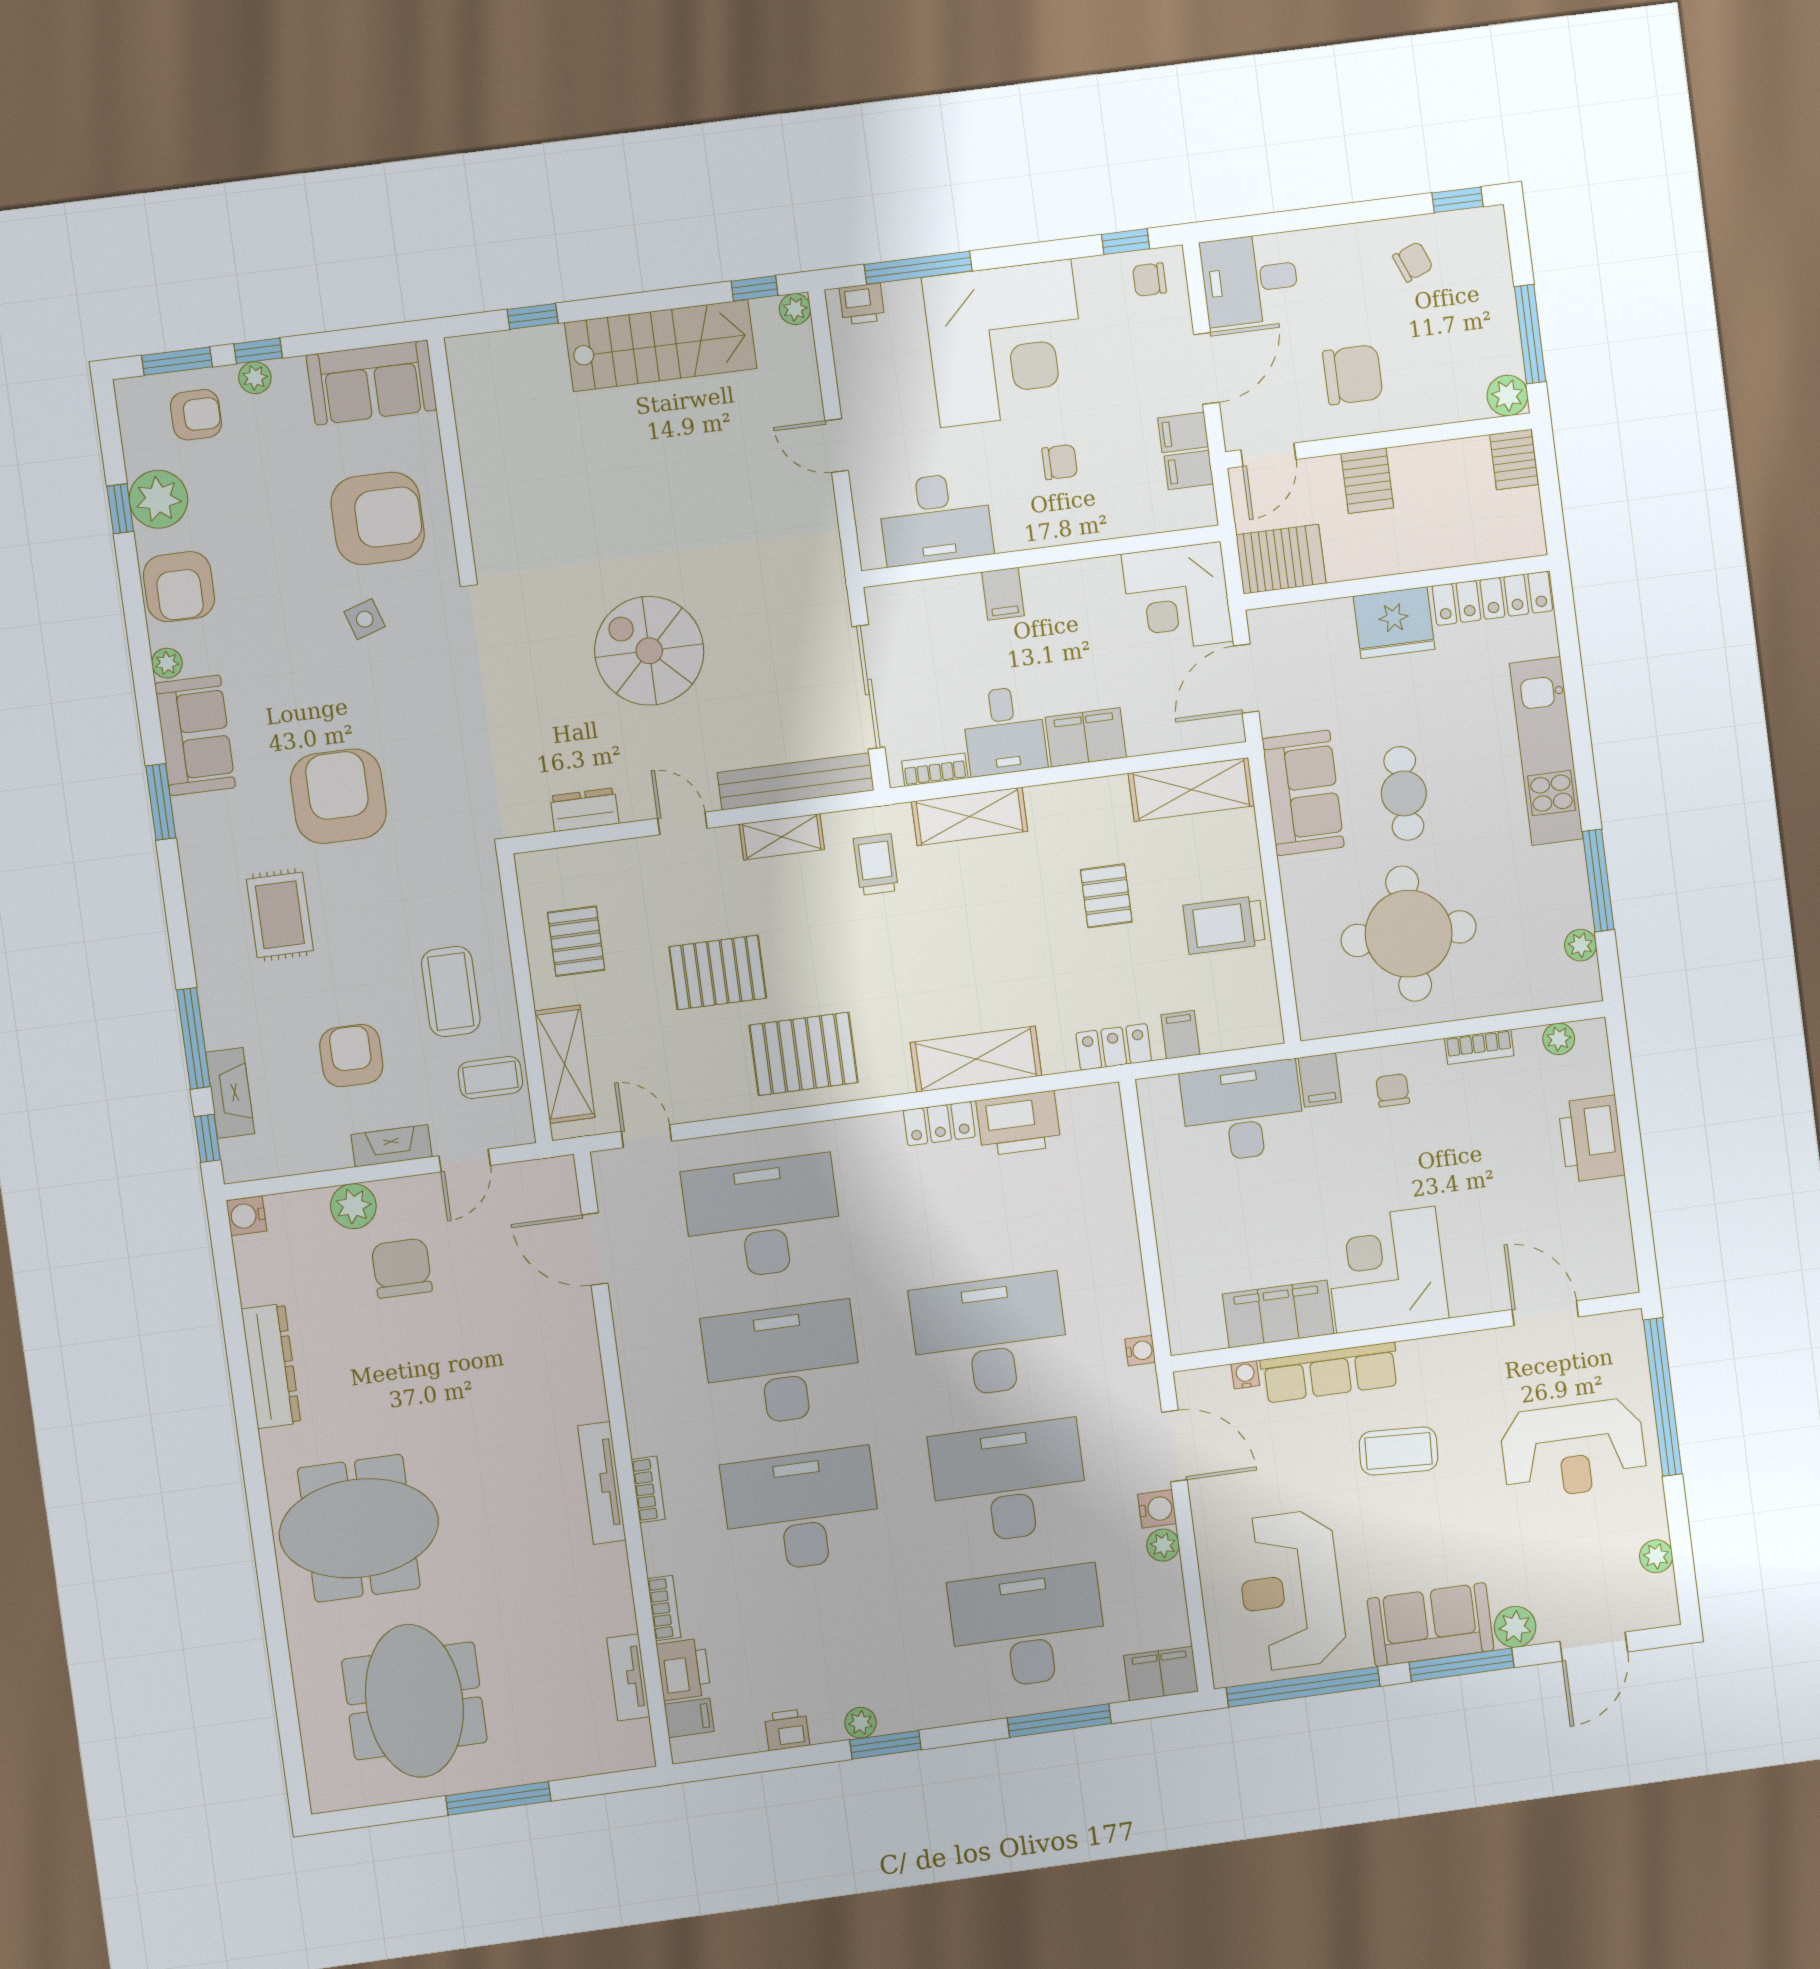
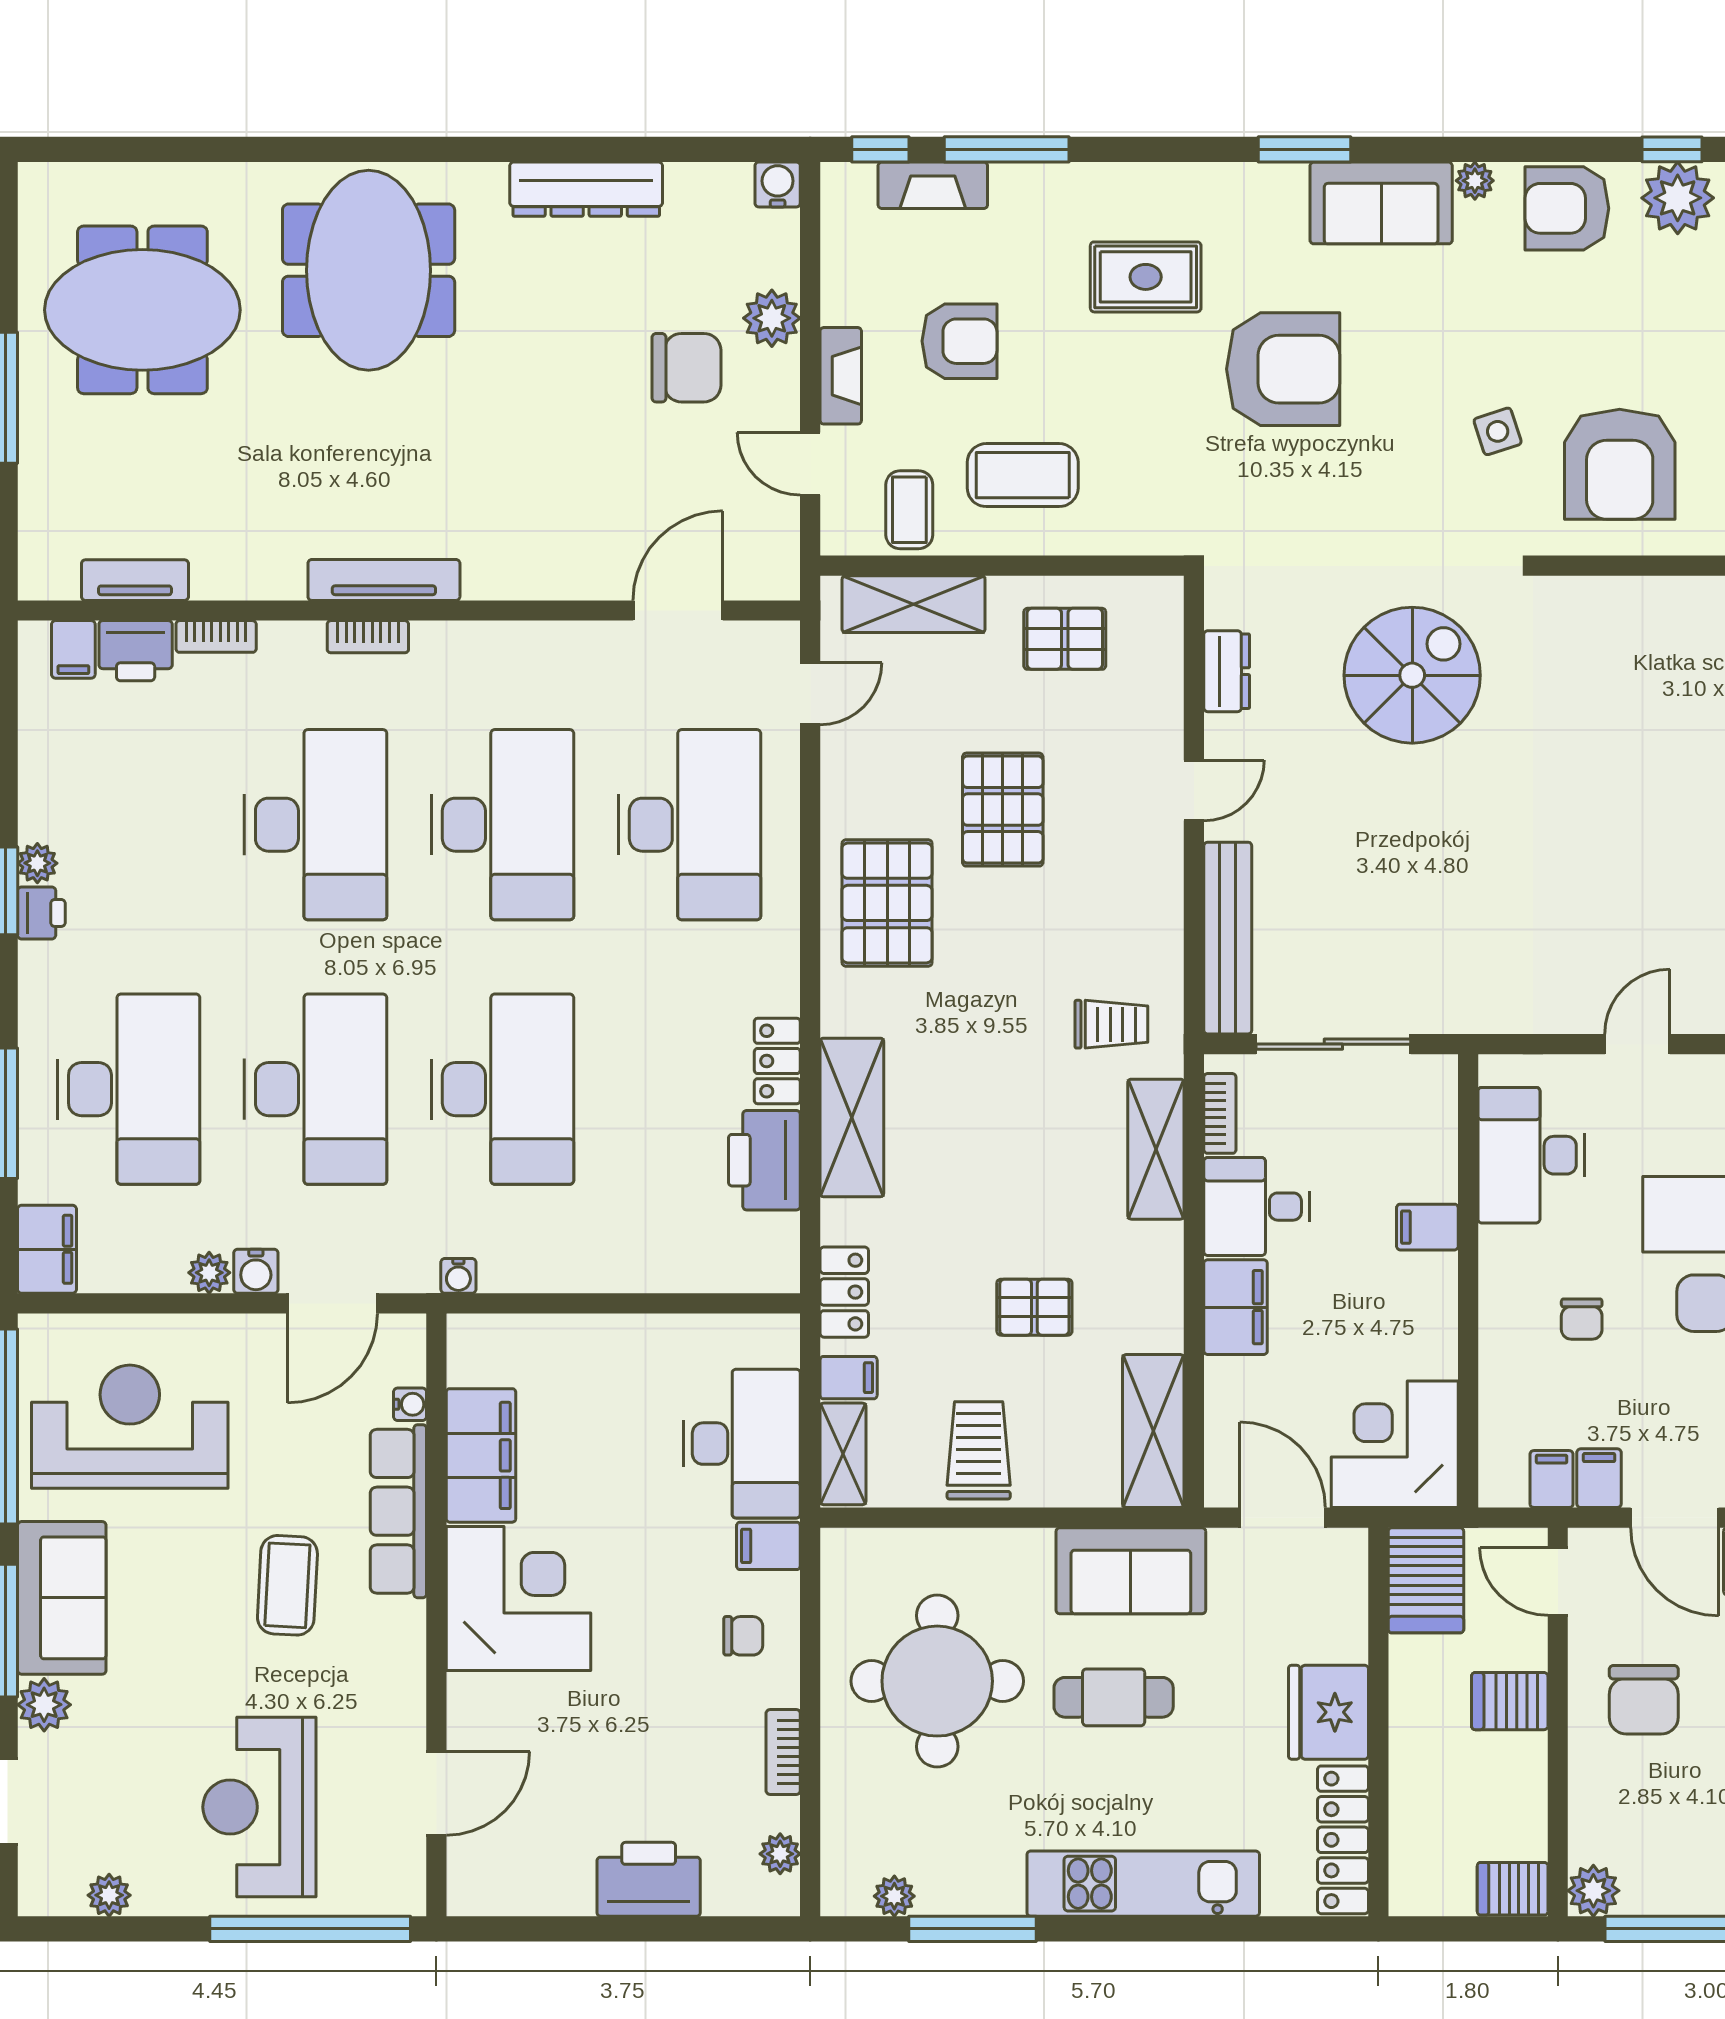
spiral stairs: (649, 651) -> (1412, 675), moved
shelving: (782, 837) -> (843, 1454), moved
printer: (787, 1730) -> (41, 913), moved

